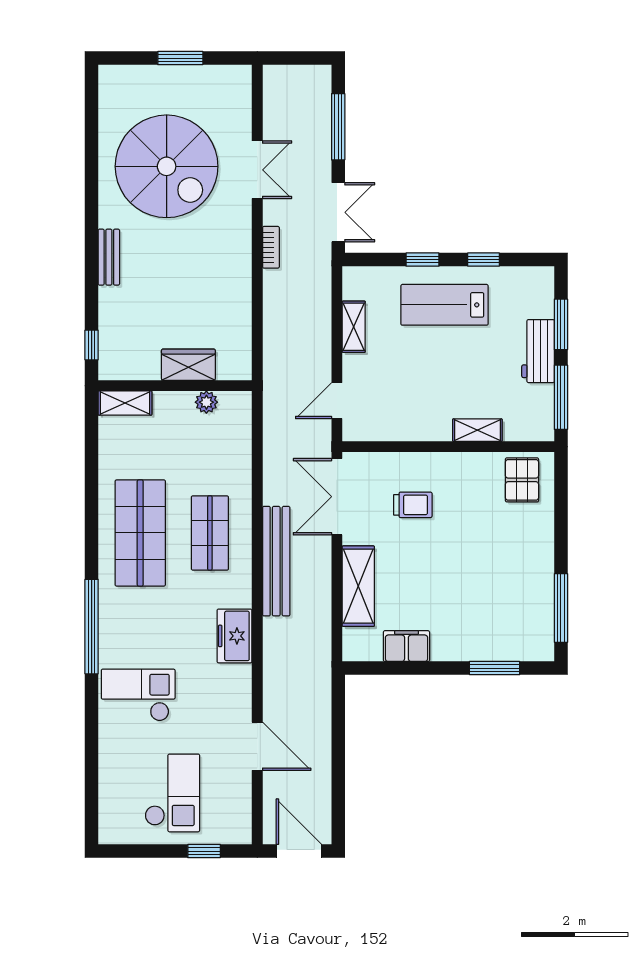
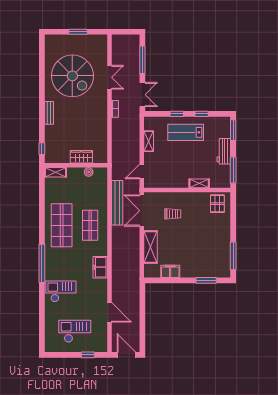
window: (561, 324) -> (233, 130), moved
bench: (276, 561) -> (117, 203), moved
checkout: (172, 793) -> (75, 331), turned -90

